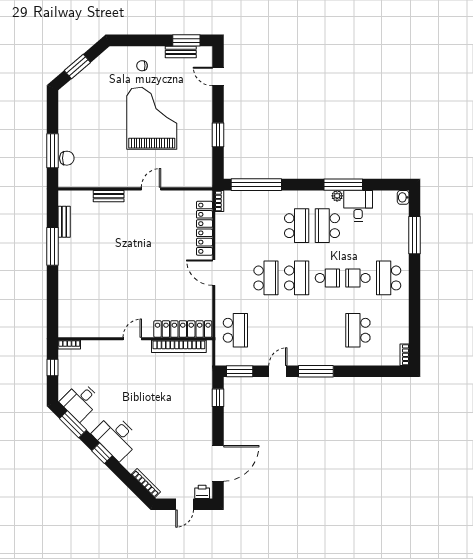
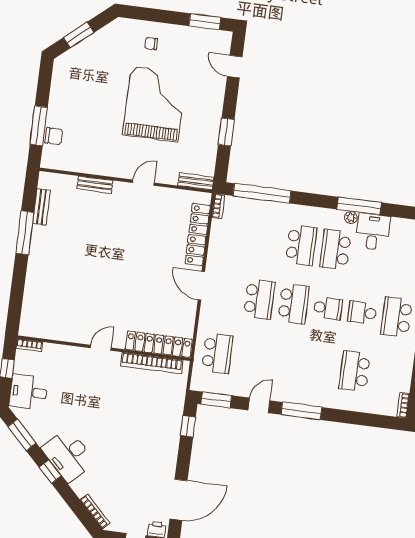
bench: (181, 52) -> (196, 181), moved
desk: (80, 401) -> (29, 392), moved, turned 45

